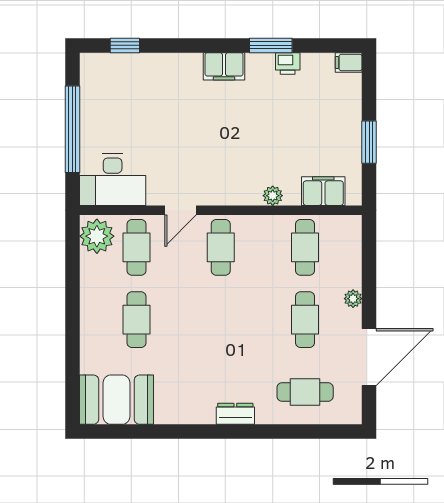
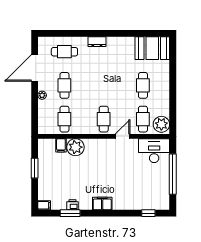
window: (271, 45) -> (70, 213), moved
filing cabinet: (323, 191) -> (61, 145), width x0.50
plant: (273, 196) -> (75, 147), width x1.88, depth x1.88

